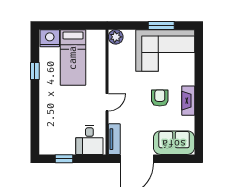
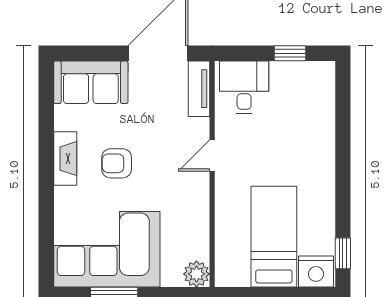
window: (35, 71) -> (343, 253), moved
armchair: (160, 98) -> (117, 163), turned 90

